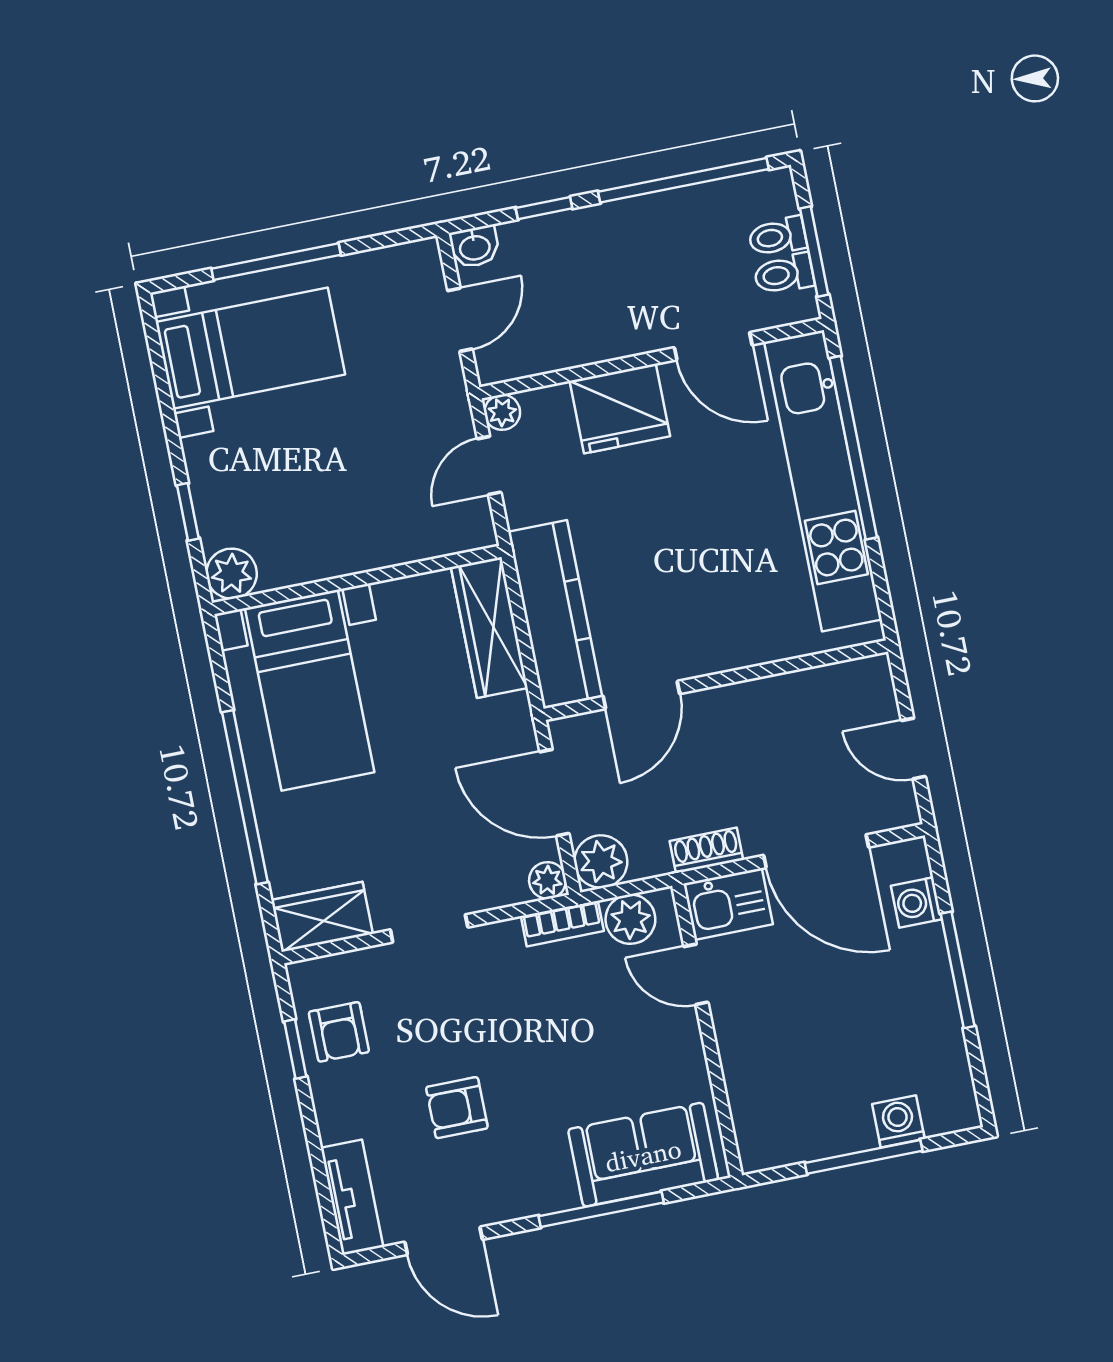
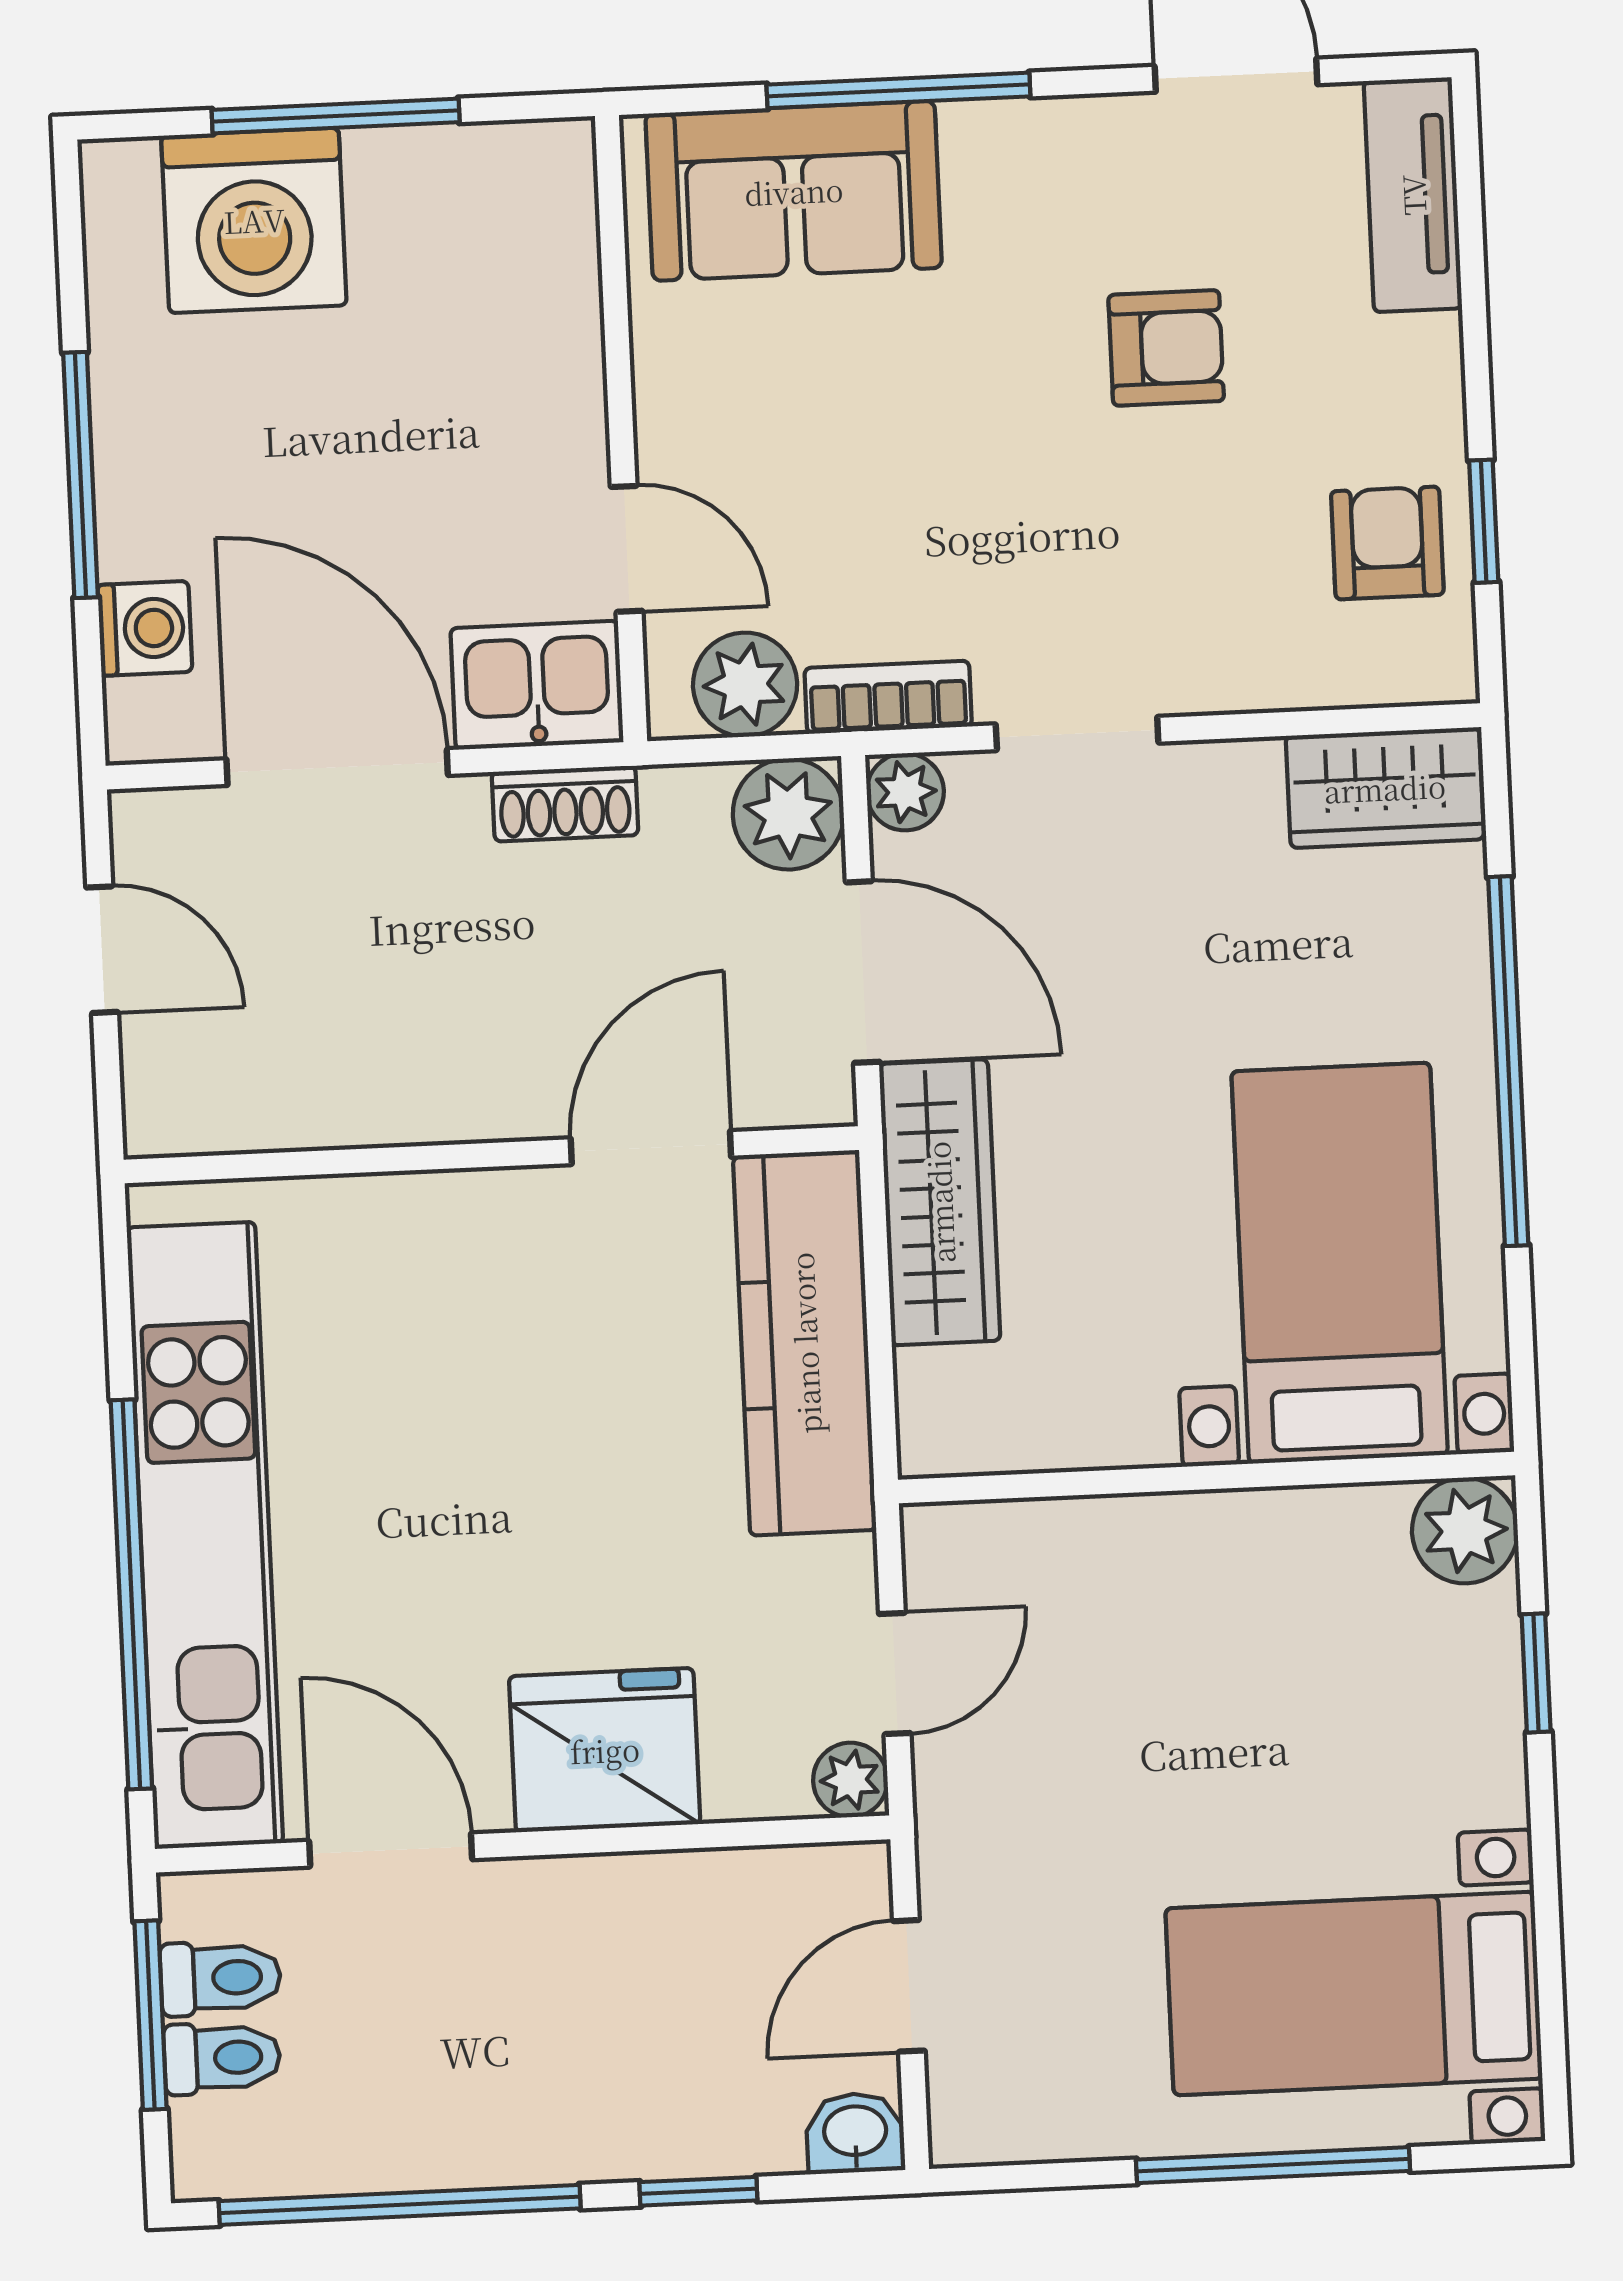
wardrobe: (489, 627) -> (940, 1202), moved
doorway: (429, 928) -> (1077, 734), moved
washing machine: (898, 1121) -> (254, 220), width x1.89, depth x1.89

